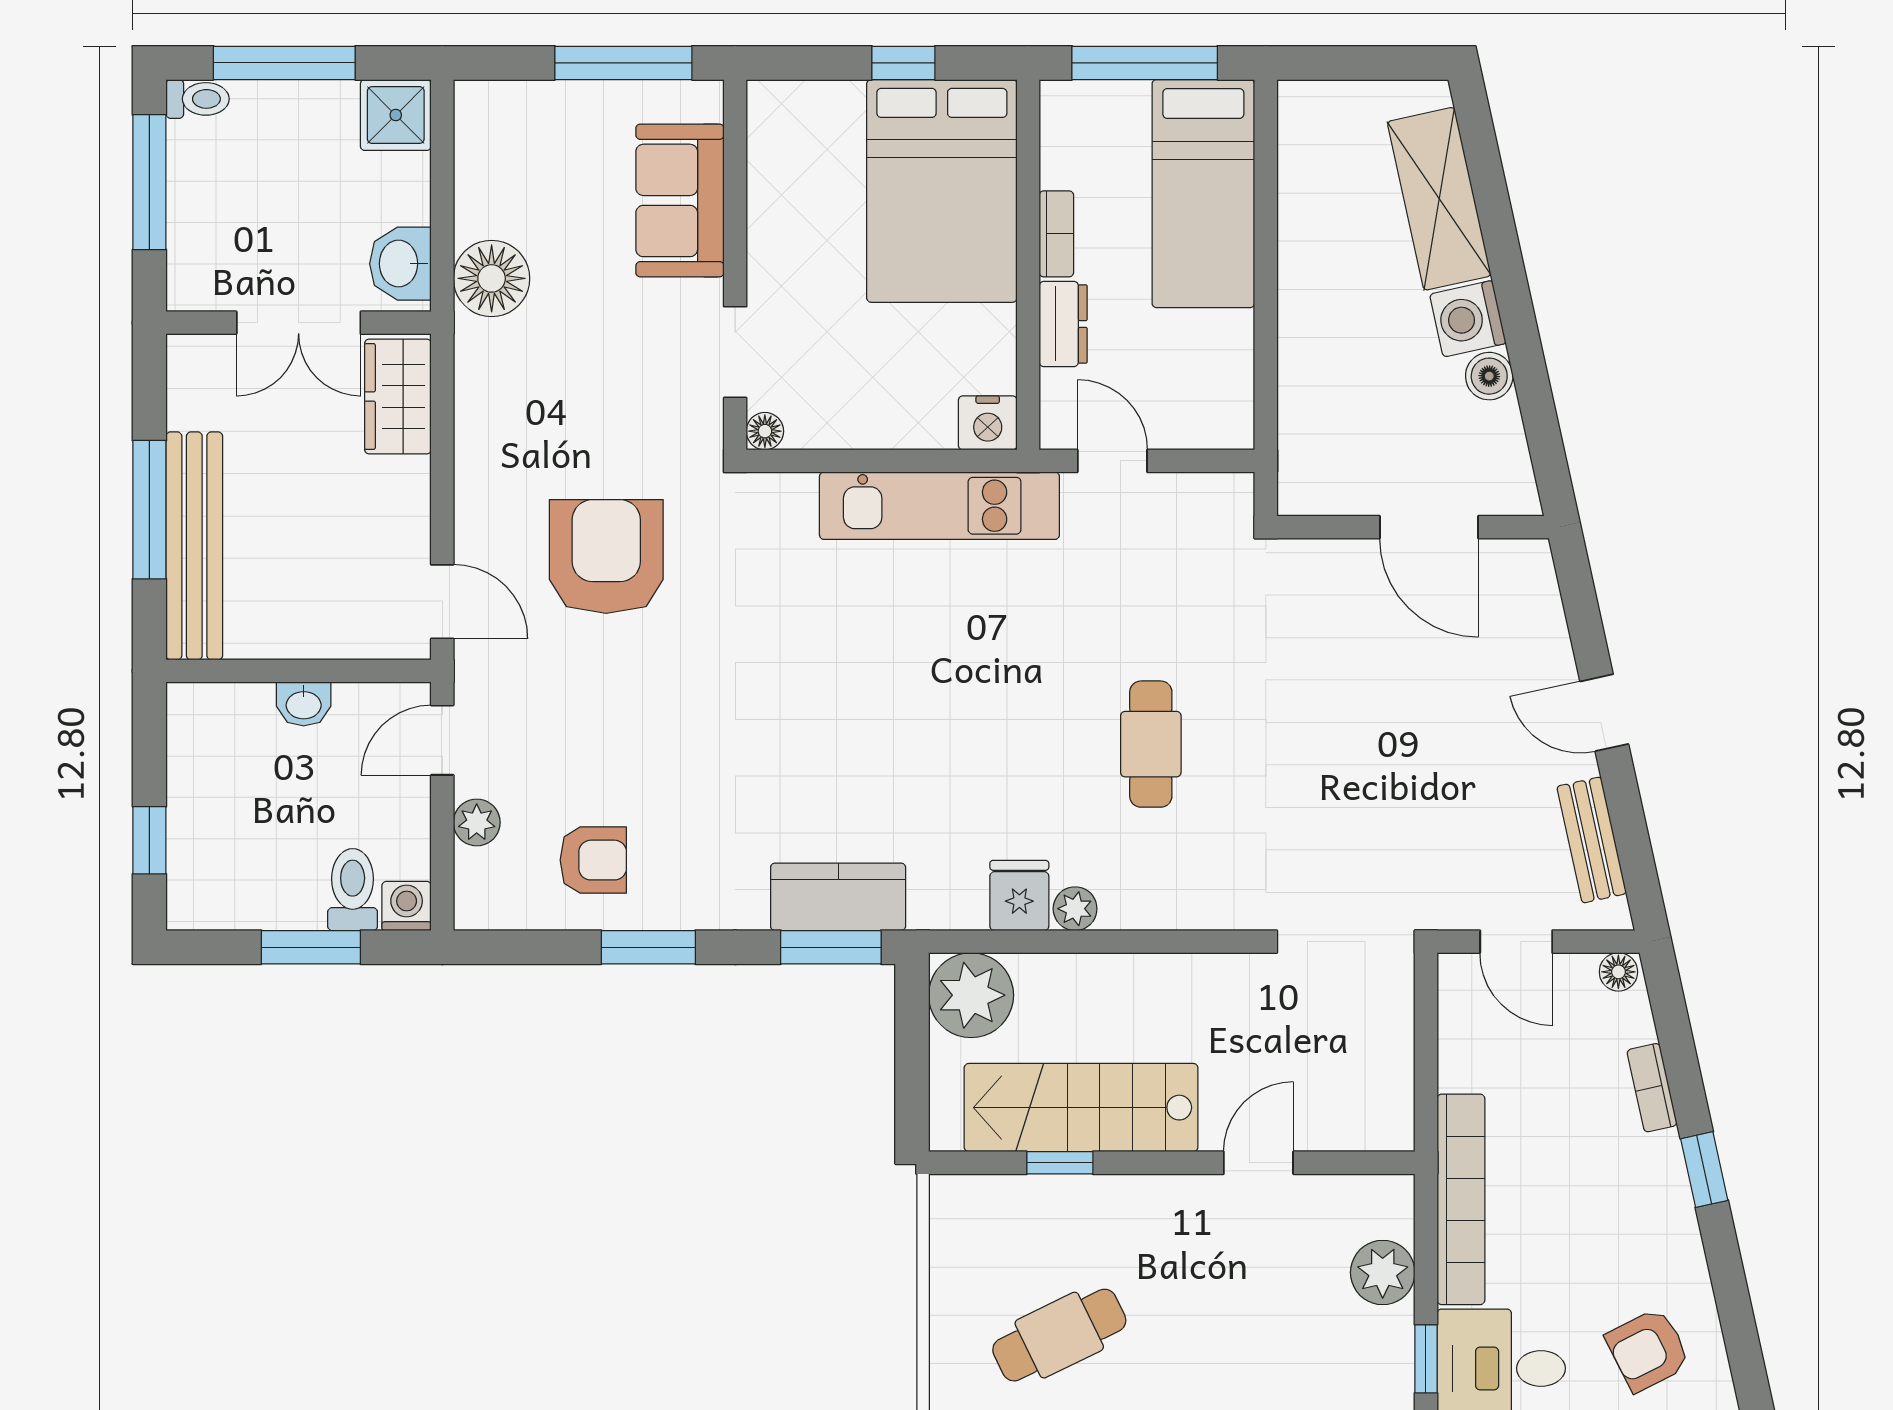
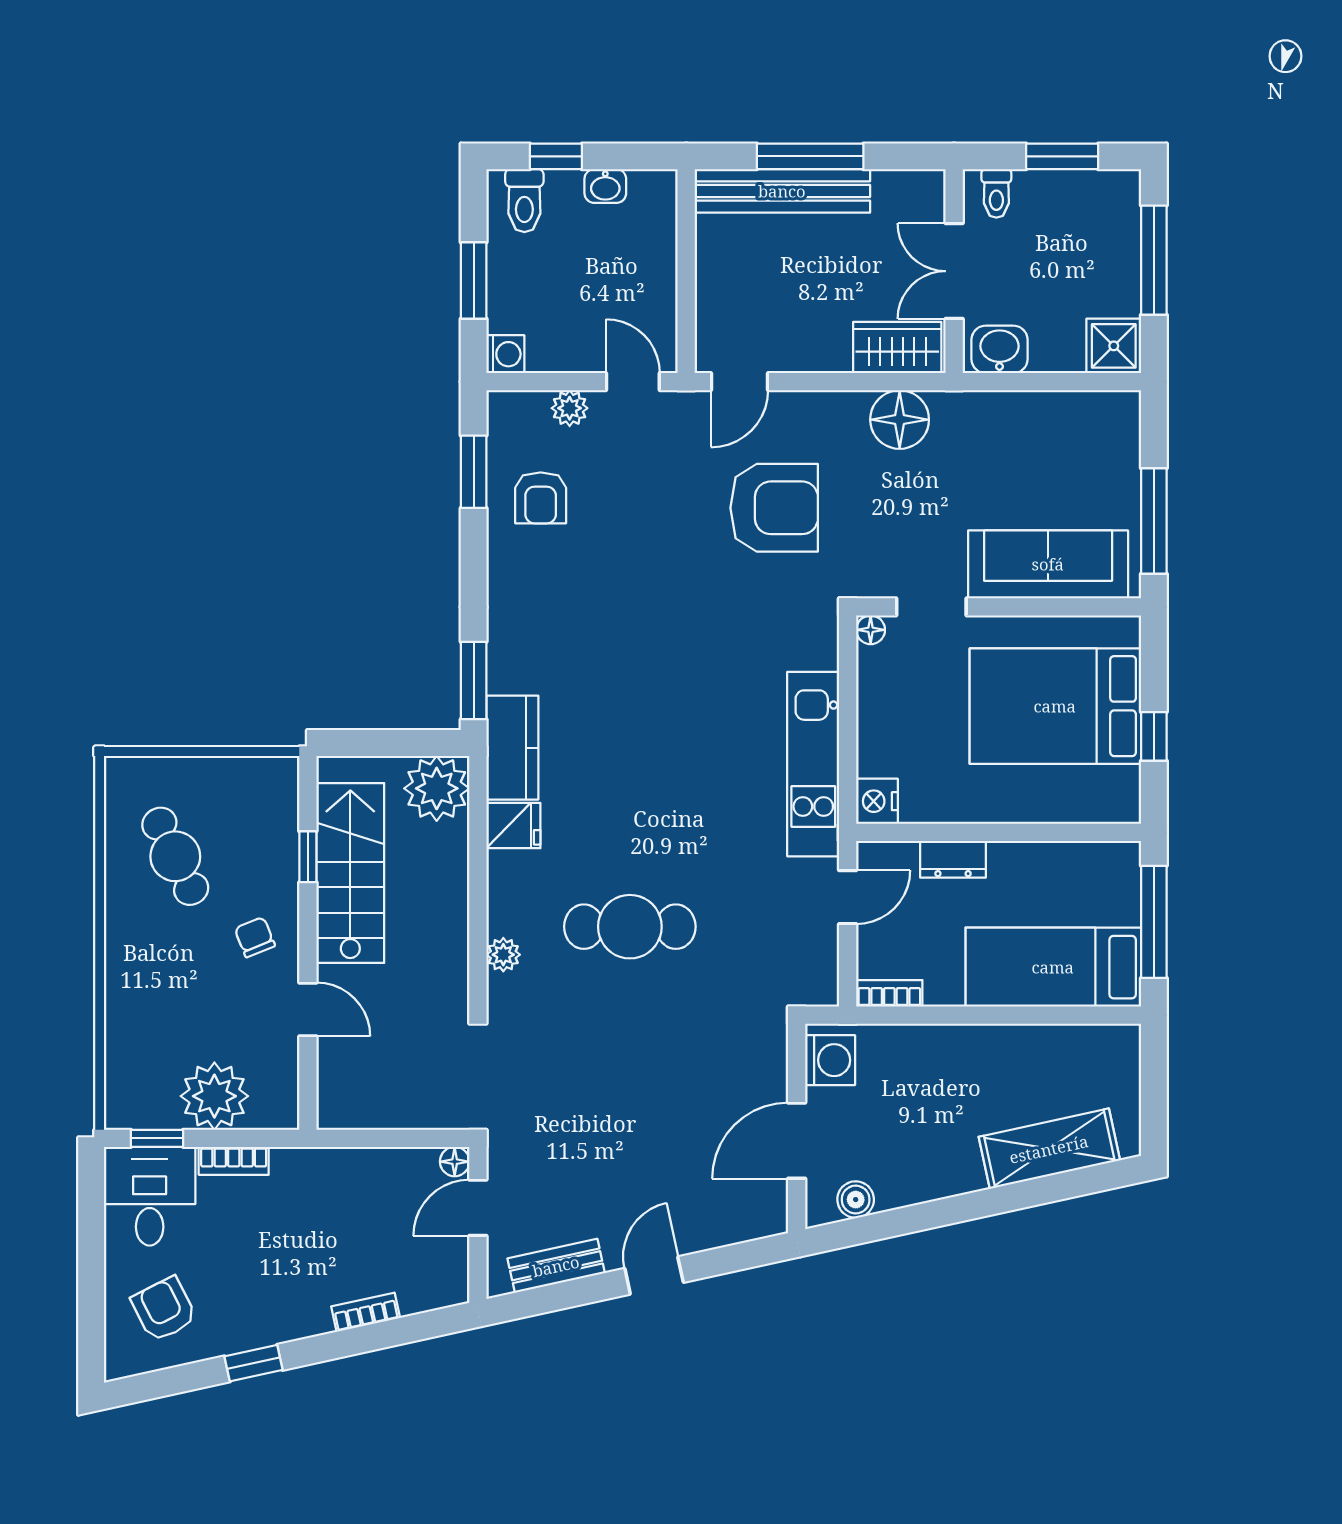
toilet: (198, 99) -> (996, 193), moved
window: (149, 182) -> (1062, 156), width x0.69
bed: (942, 191) -> (1055, 706), moved
sofa: (680, 200) -> (1048, 564), width x1.36
bookcase: (1056, 234) -> (889, 993), moved, turned 180
floor lamp: (492, 278) -> (900, 420), moved
washing machine: (1468, 319) -> (830, 1060), moved, turned 102
boiler: (1489, 376) -> (856, 1200), moved
washbasin: (304, 704) -> (605, 186), moved, turned -90
cafe table: (1151, 744) -> (630, 927), width x1.37, depth x1.35
toilet: (353, 890) -> (524, 201), moved, turned 90
kitchen counter: (838, 897) -> (512, 748), moved
plant: (1075, 909) -> (503, 955), moved
window: (648, 947) -> (474, 472), moved
floor lamp: (1618, 972) -> (455, 1162), moved
window: (1704, 1170) -> (253, 1363), moved
bookcase: (1461, 1199) -> (234, 1161), width x0.43, depth x0.76
chair: (1164, 1232) -> (255, 937), added
plant: (1383, 1273) -> (214, 1096), width x1.36, depth x1.36

